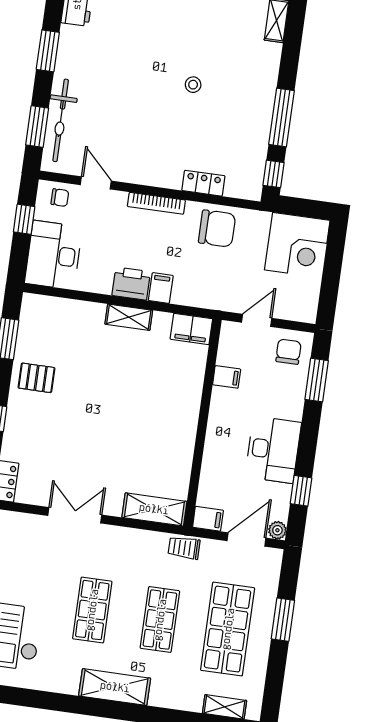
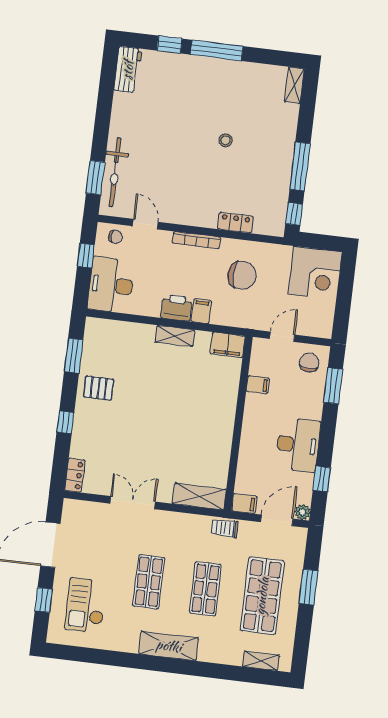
window: (48, 51) -> (103, 114), removed
chair: (217, 228) -> (242, 275), moved

